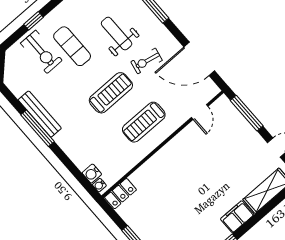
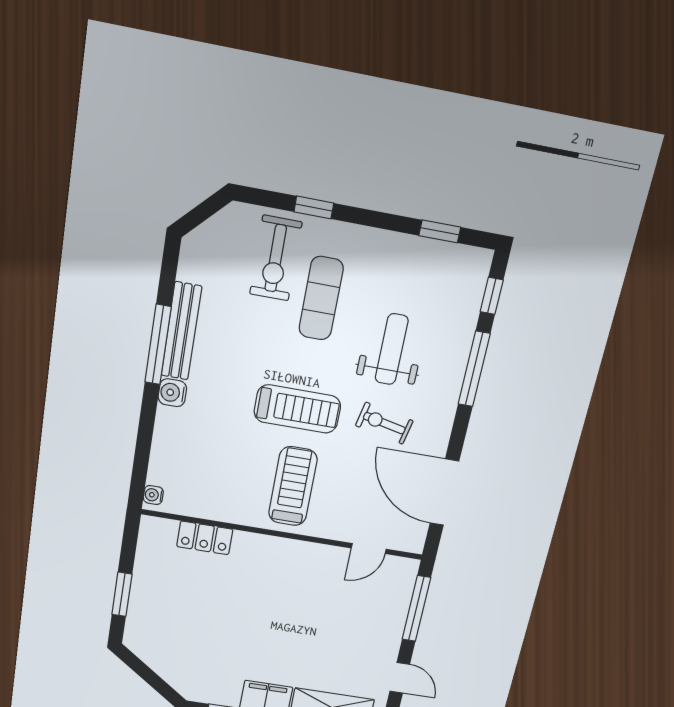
treadmill: (144, 122) -> (293, 486), turned 90
water cooler: (92, 174) -> (172, 393), moved
locker: (120, 194) -> (205, 538), moved

